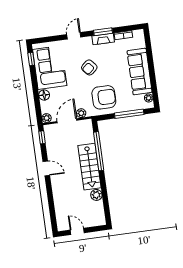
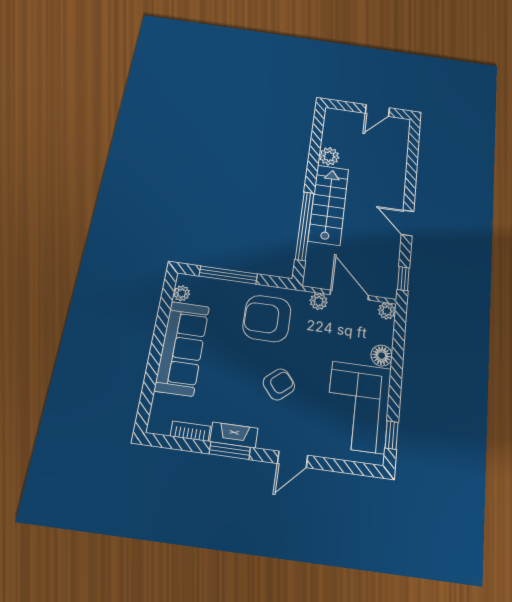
door: (67, 121) -> (349, 295), swing flipped
door: (77, 231) -> (377, 110), hinge flipped

